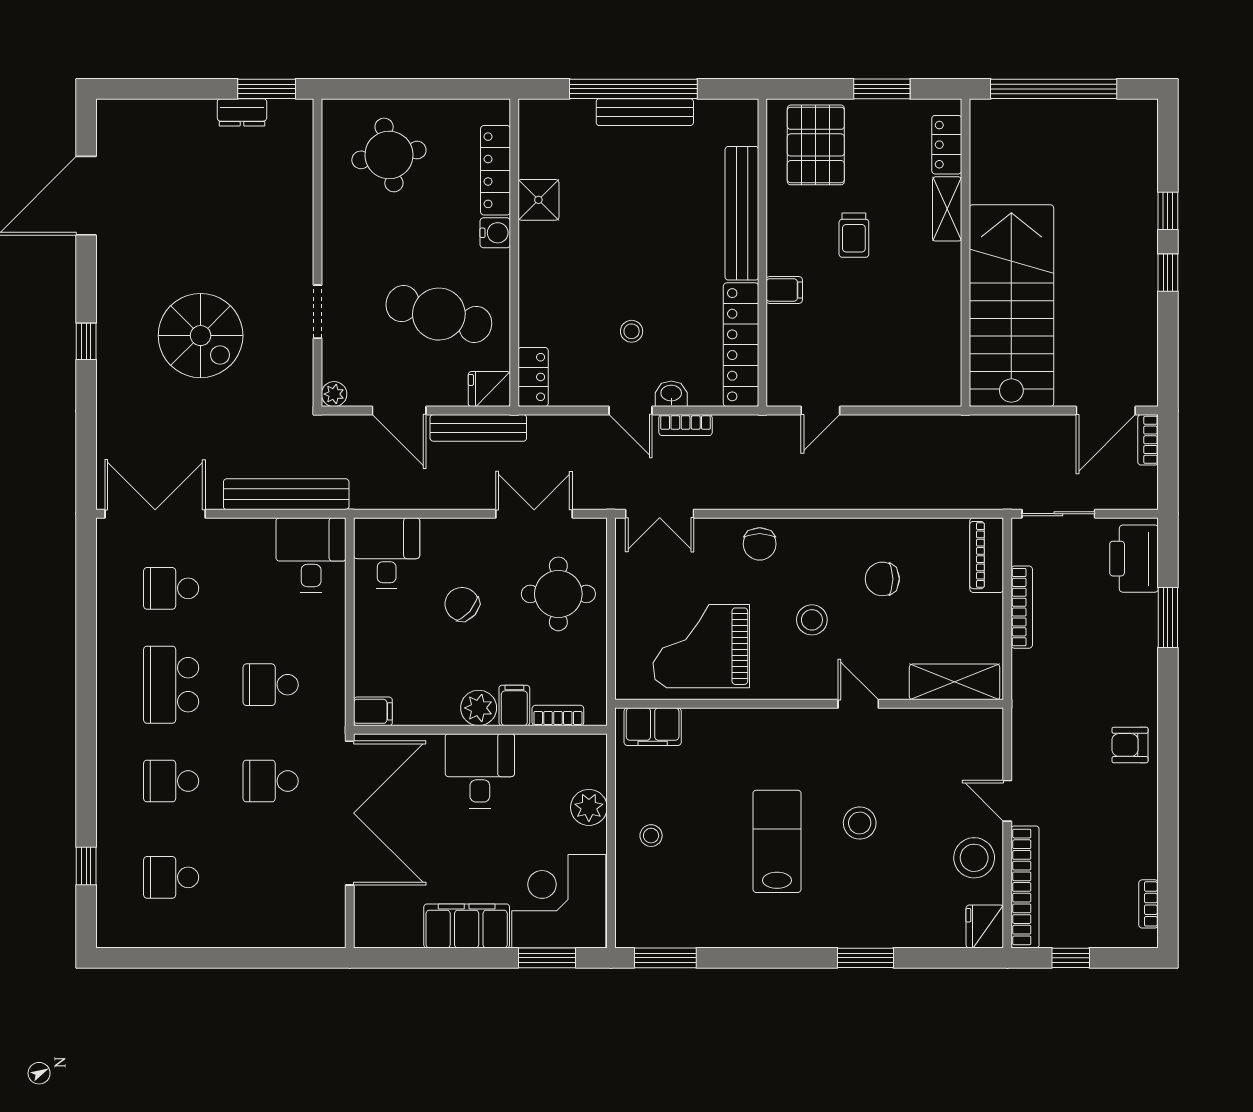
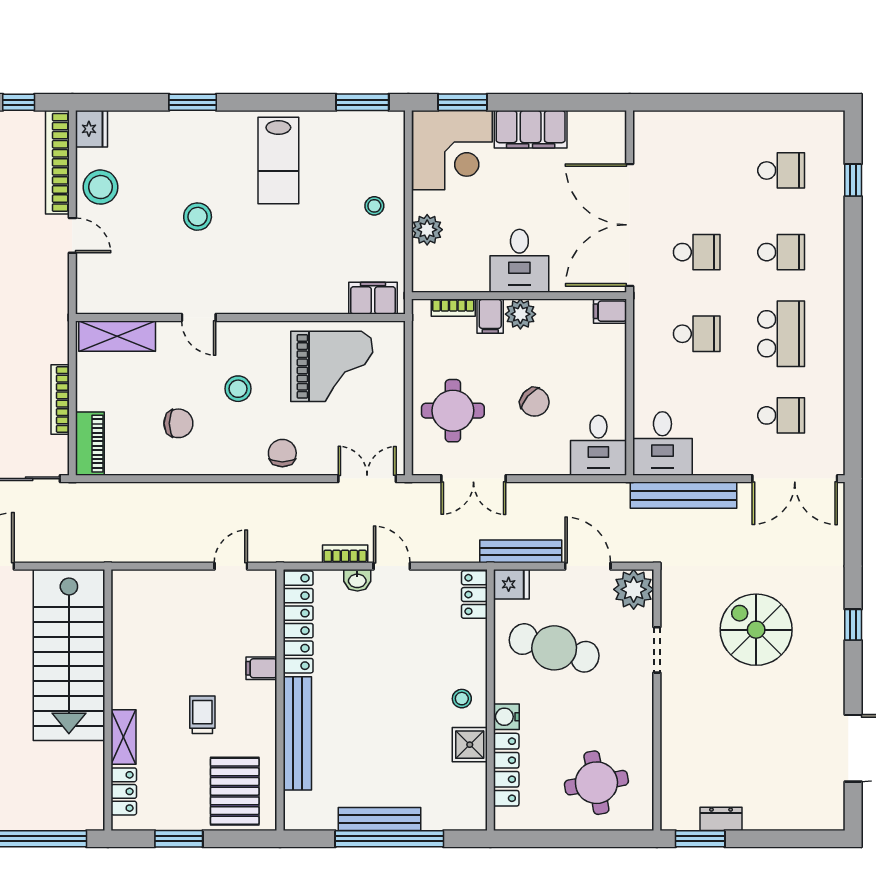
stool: (632, 331) -> (462, 699), moved
plant: (334, 394) -> (634, 589), width x1.88, depth x1.88
lab bench: (777, 841) -> (278, 161), moved

